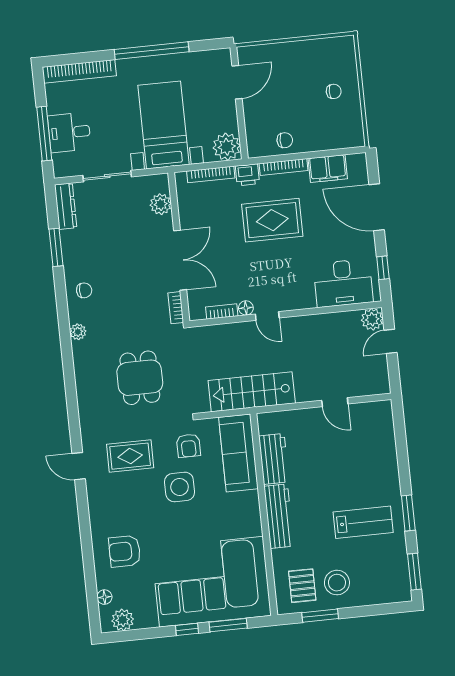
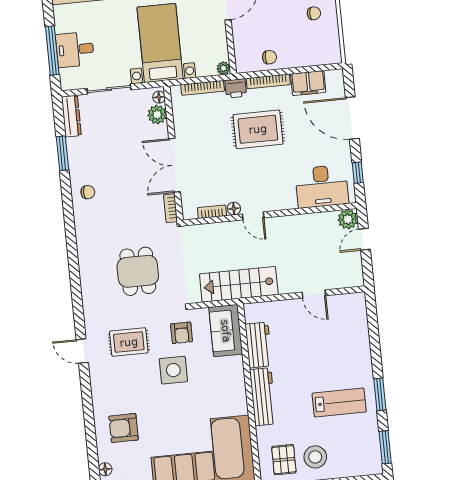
plant: (227, 147) -> (223, 68), width x0.53, depth x0.53
floor lamp: (163, 185) -> (159, 97), added
double door: (180, 260) -> (175, 165), swing flipped
plant: (78, 332) -> (82, 230), removed
sofa: (238, 453) -> (226, 331), width x0.73

